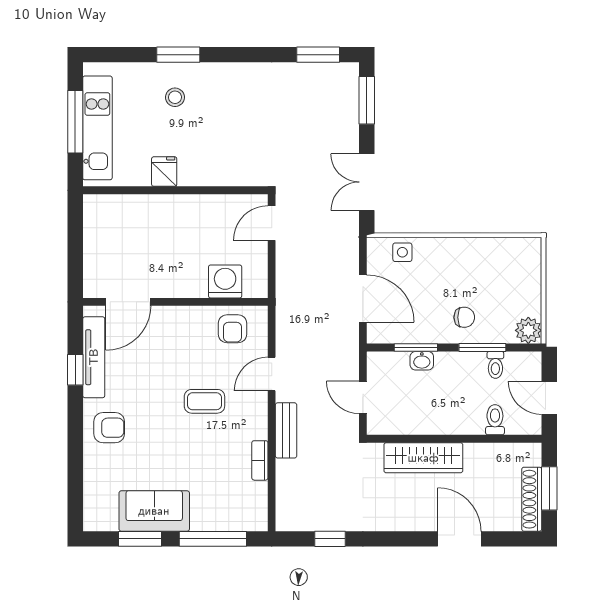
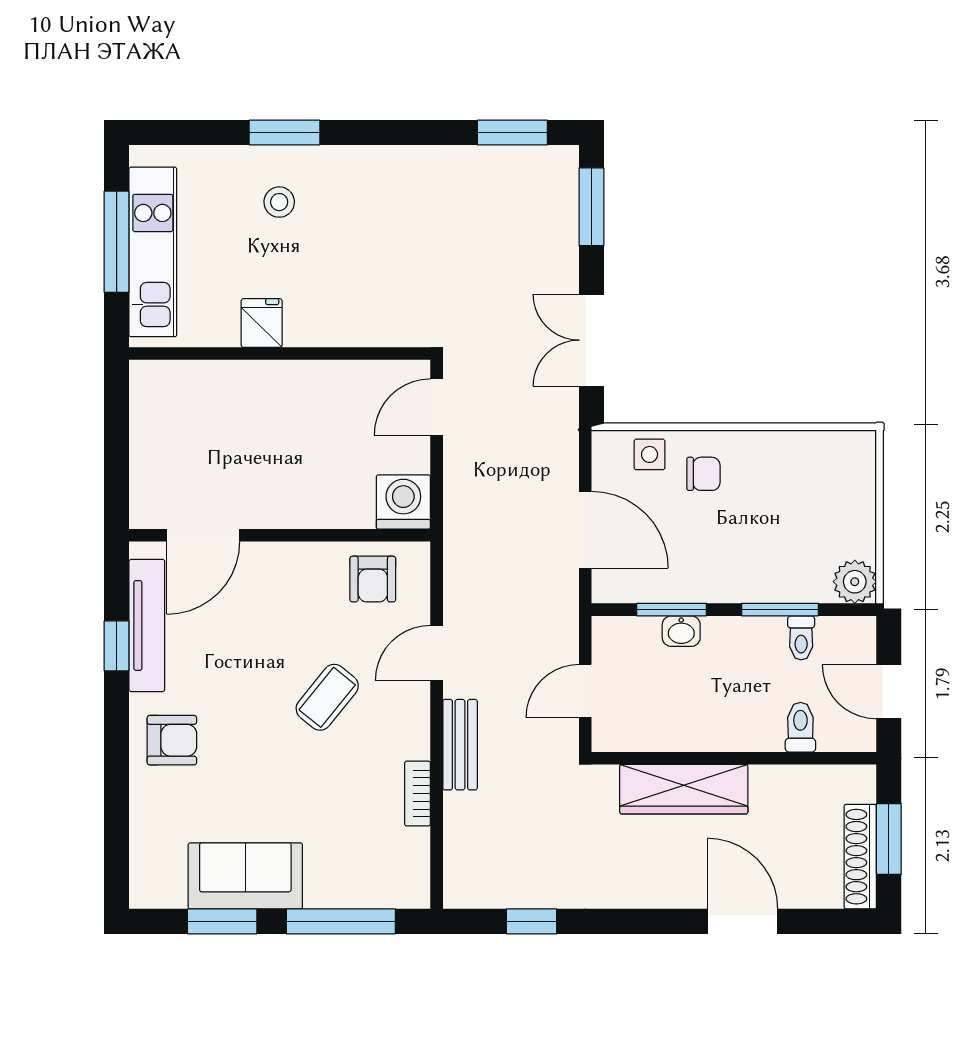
washing machine: (225, 281) -> (403, 502), moved
chair: (464, 317) -> (703, 474), moved
door: (363, 397) -> (585, 691), hinge flipped
coffee table: (204, 401) -> (327, 697), turned -51

